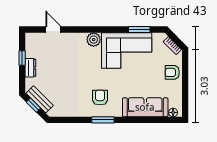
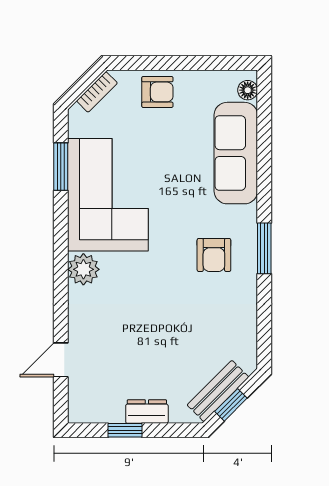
armchair: (172, 72) -> (157, 92), turned -90
armchair: (100, 98) -> (214, 255), turned -90

